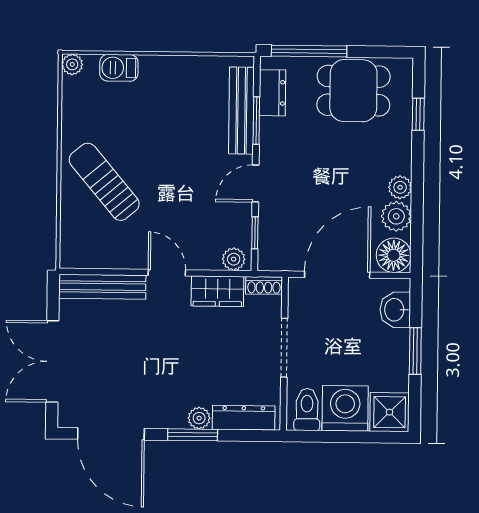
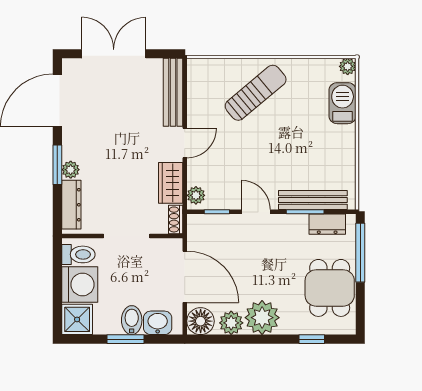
barbecue: (119, 68) -> (343, 103), width x1.38, depth x1.27
plant: (400, 187) -> (262, 318), width x1.88, depth x1.88
bidet: (391, 343) -> (132, 320), added

